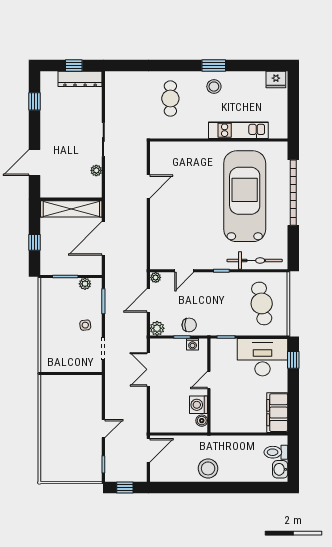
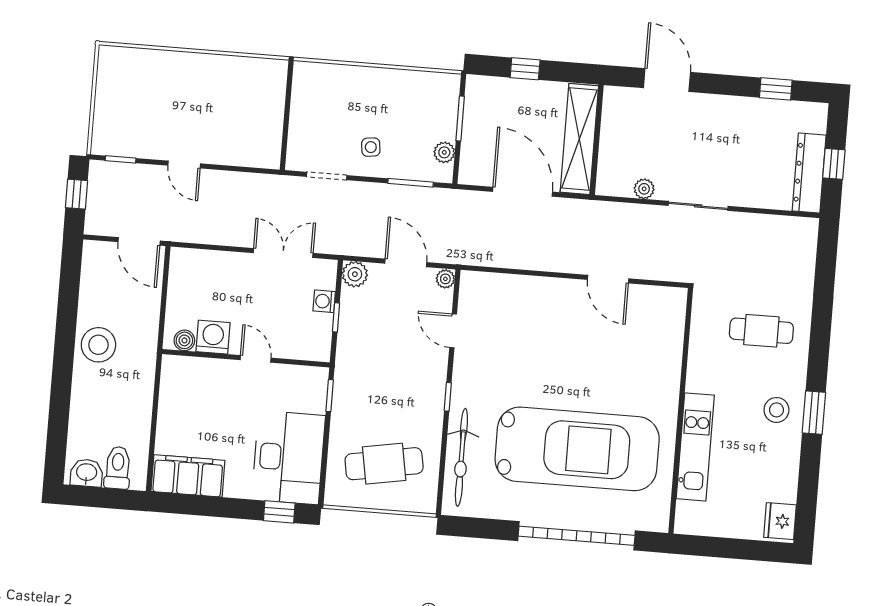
chair: (189, 325) -> (356, 332), removed
washing machine: (193, 344) -> (324, 301), moved

